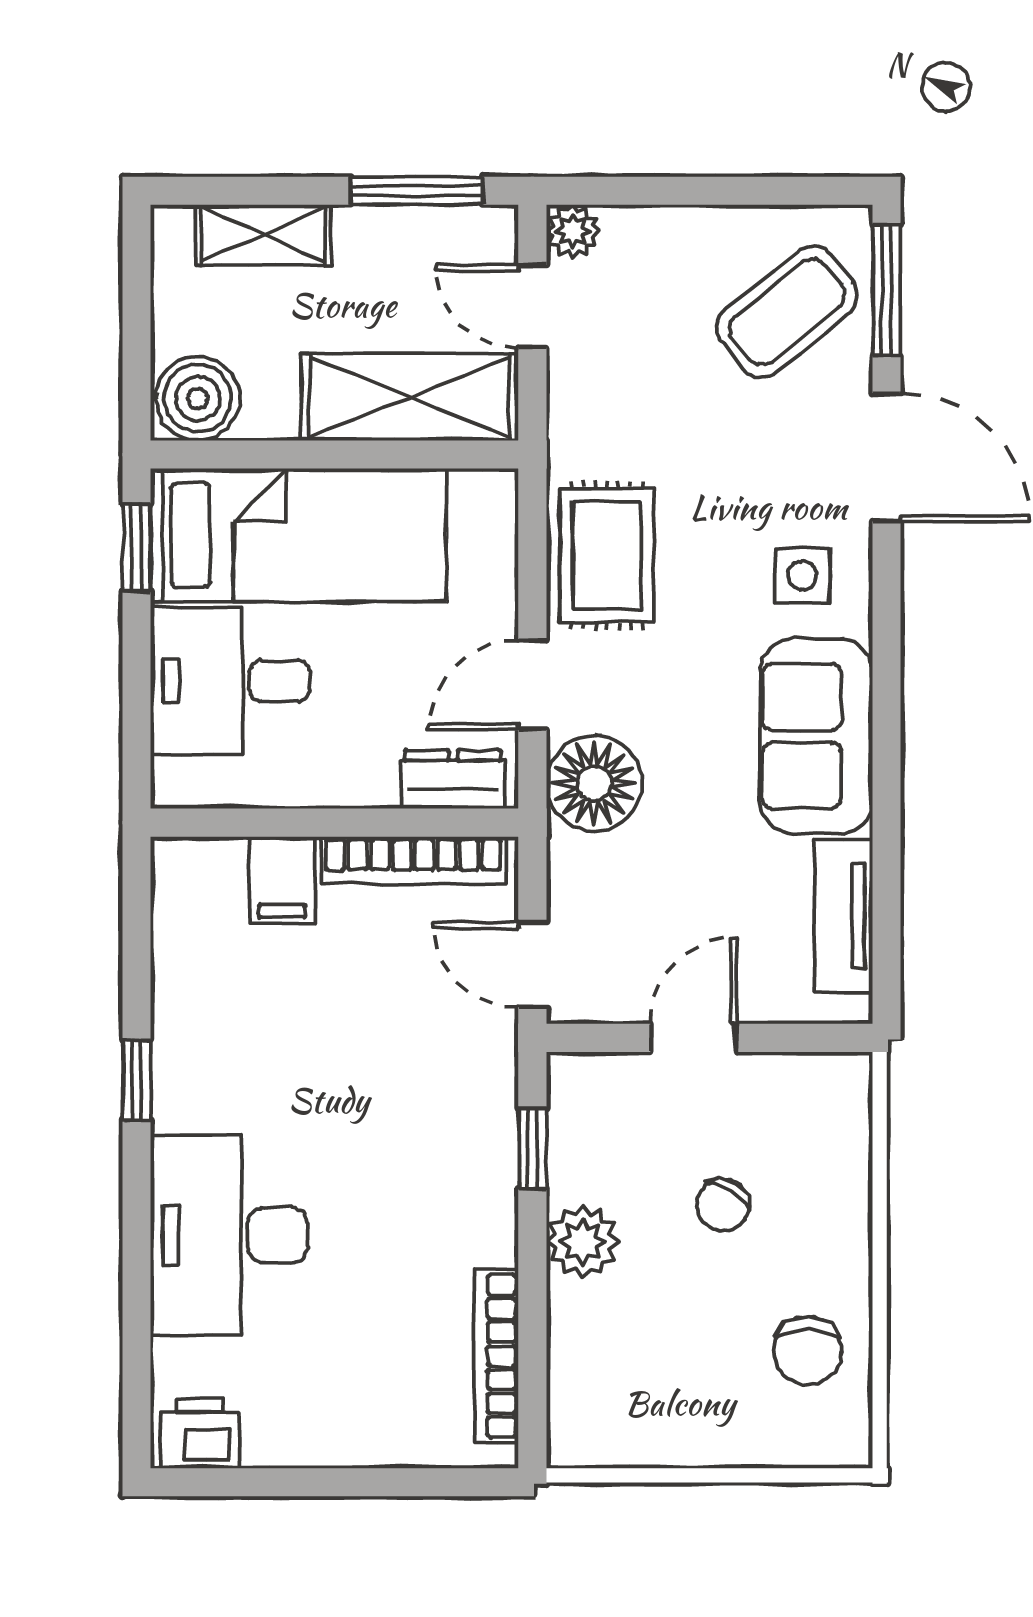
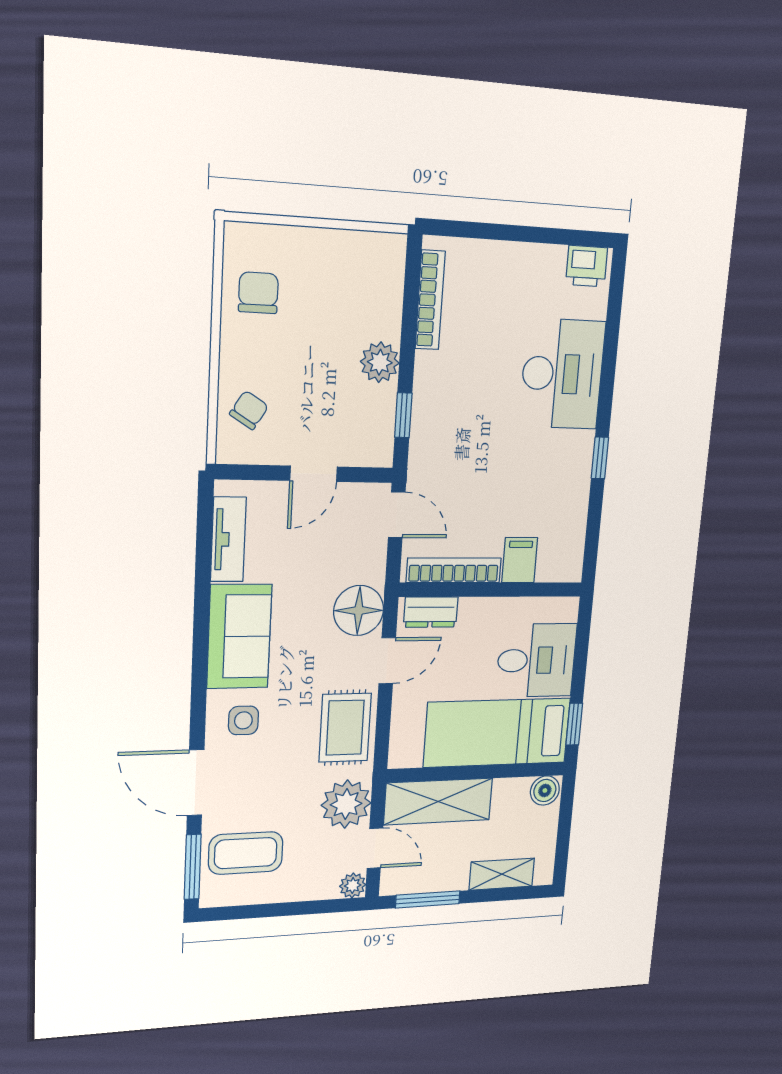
coffee table: (787, 312) -> (246, 853), turned 39
boiler: (198, 399) -> (545, 790), width x0.73, depth x0.73
plant: (596, 401) -> (346, 804), added
chair: (723, 1205) -> (249, 410), moved

